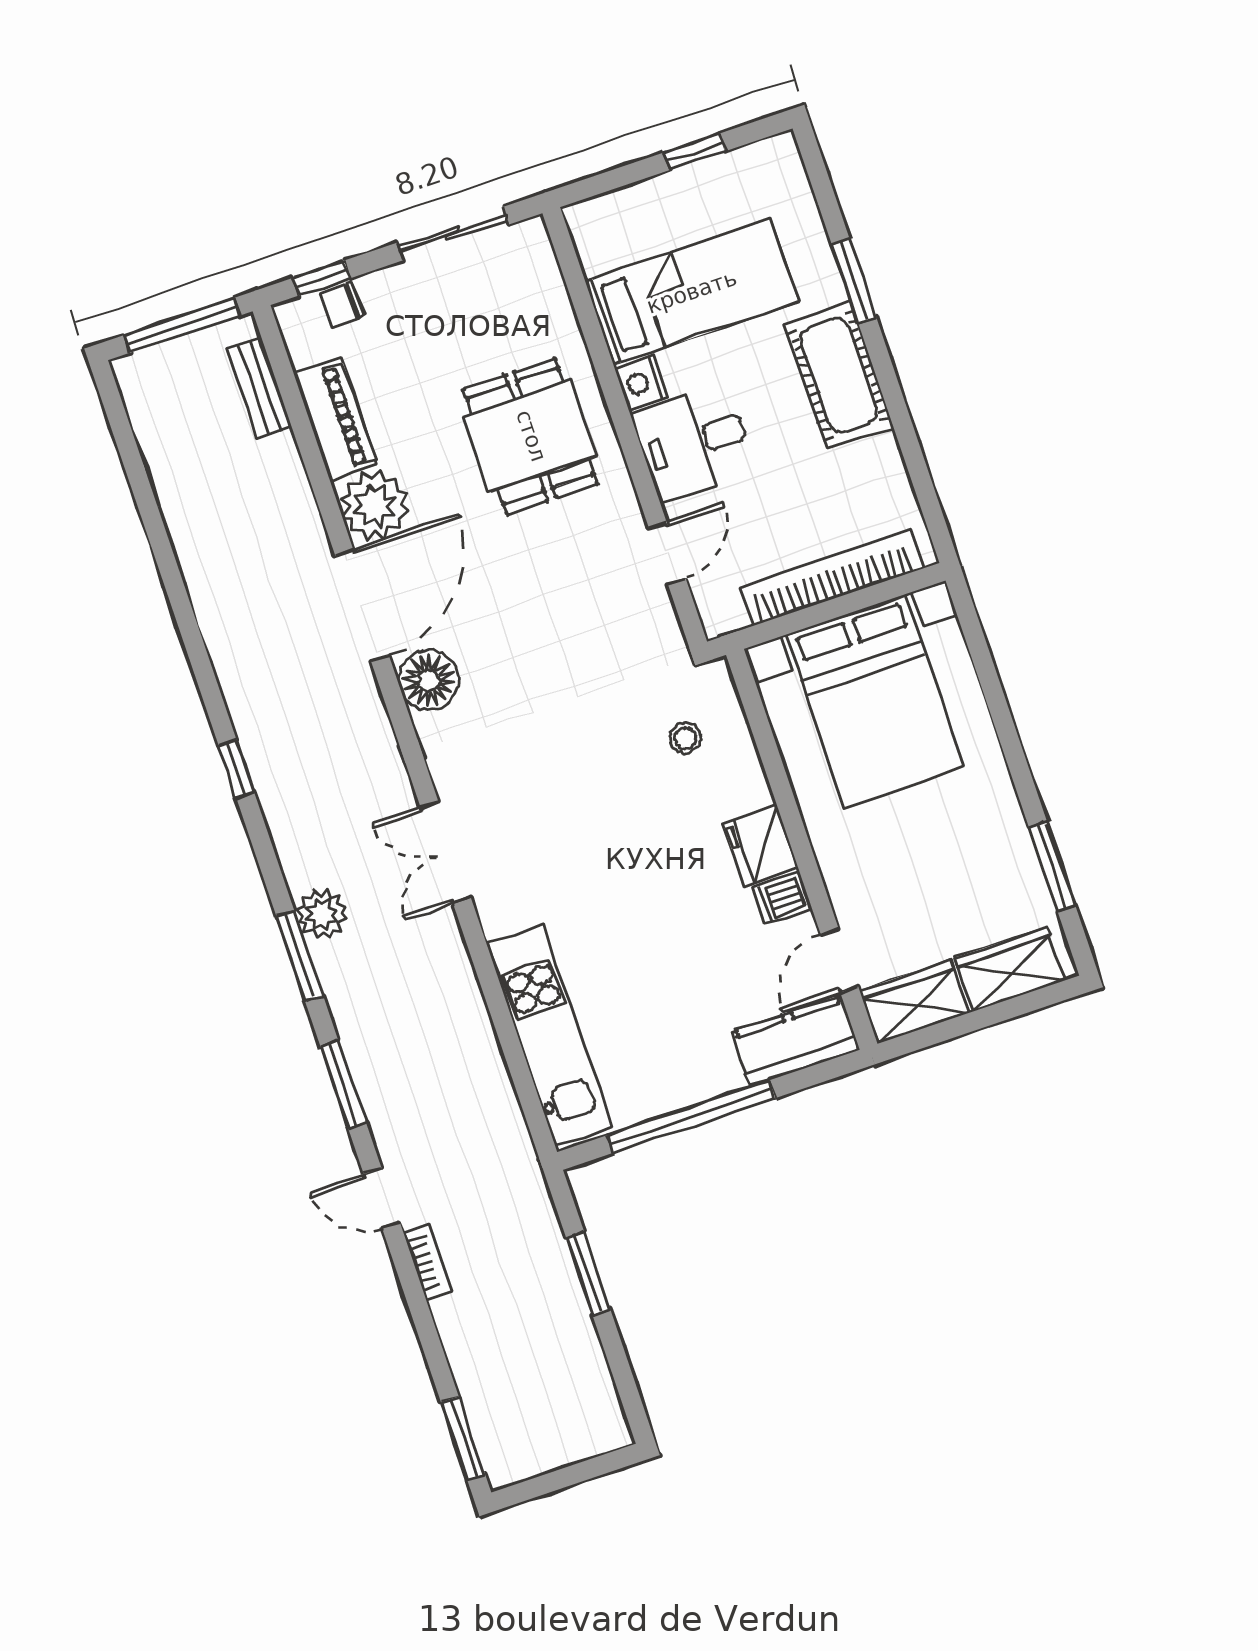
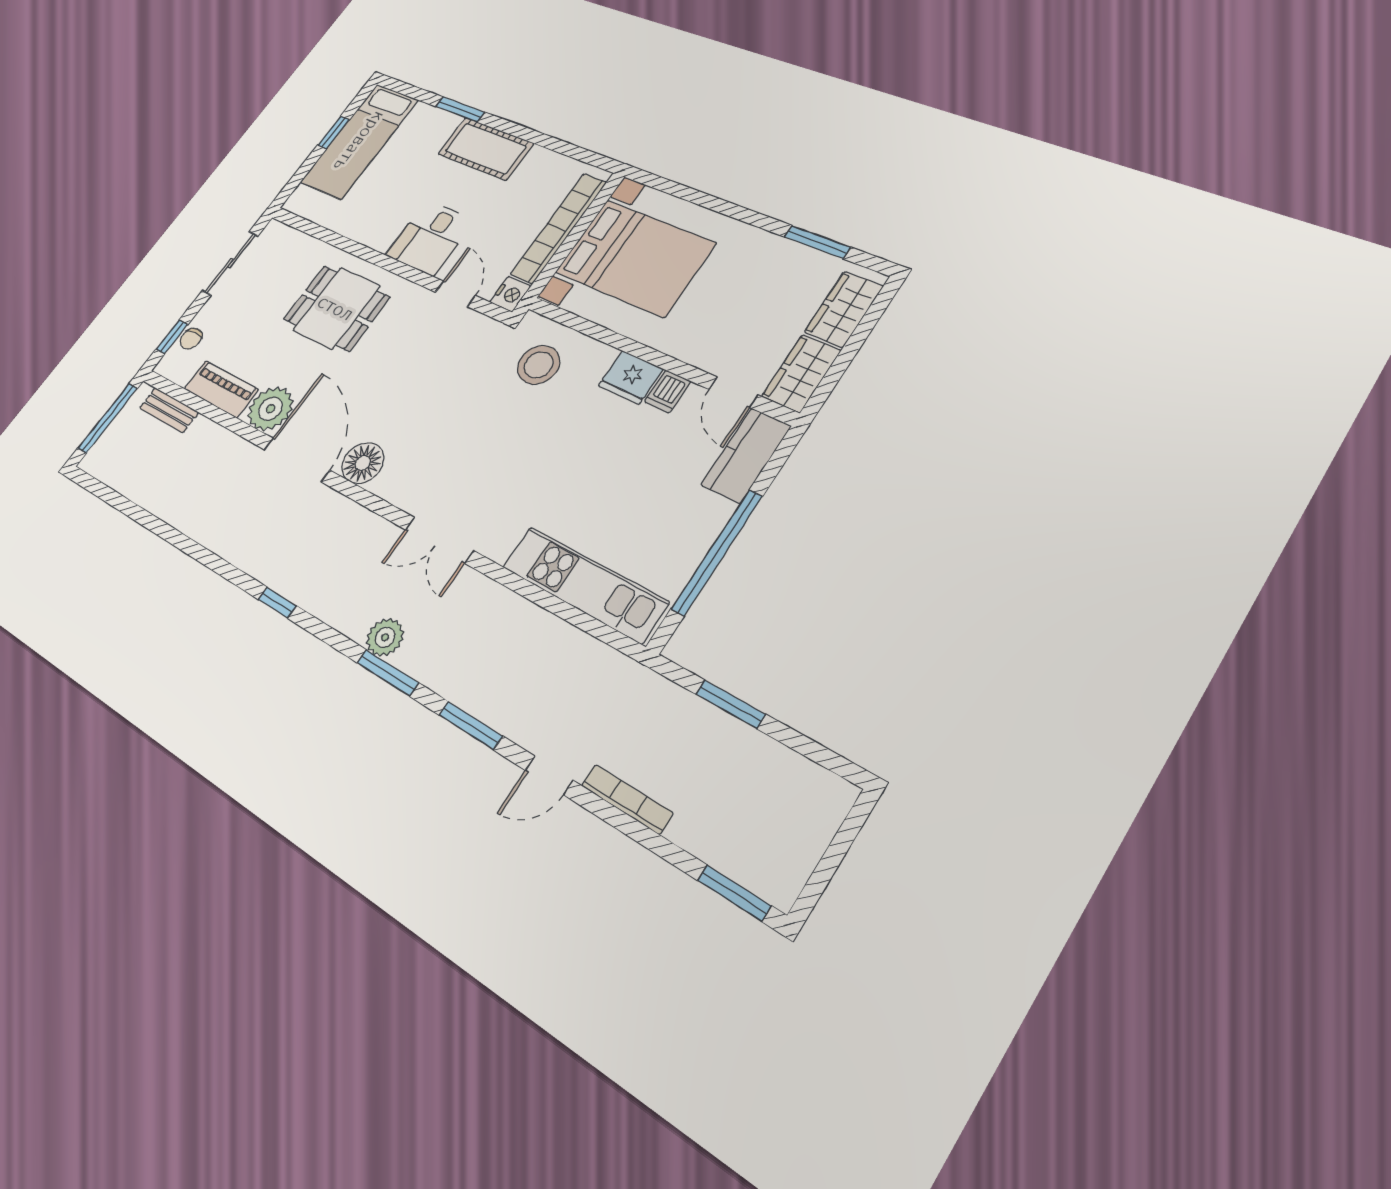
bed: (692, 292) -> (359, 141), moved, turned 180
nightstand: (641, 383) -> (510, 294), moved, turned -90
stool: (686, 738) -> (539, 365), width x1.89, depth x1.89
bookcase: (428, 1262) -> (627, 799), width x1.56

